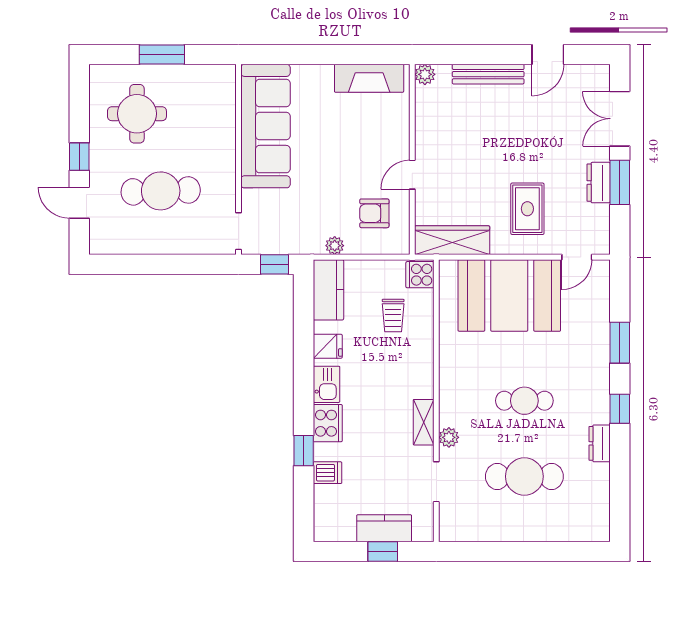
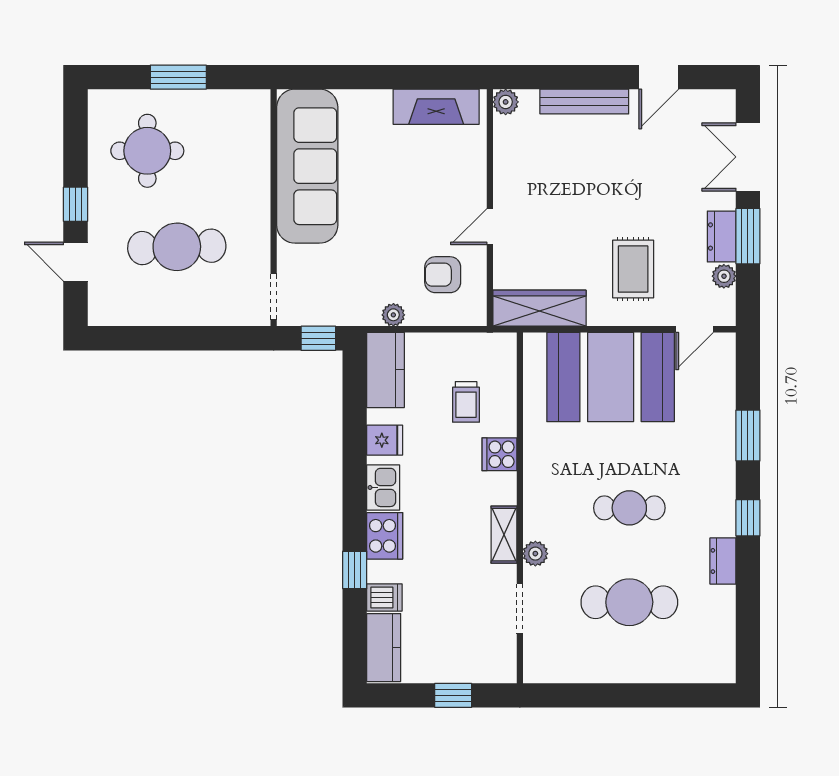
plant: (600, 215) -> (724, 276), added
cooker: (420, 275) -> (499, 454), moved
kitchen counter: (384, 528) -> (384, 648), moved, turned 90

